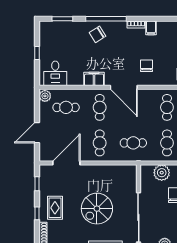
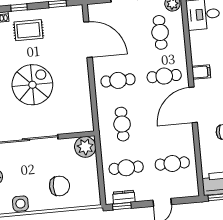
filing cabinet: (94, 79) -> (201, 72), width x0.50
plant: (162, 173) -> (85, 147), moved
spiral stairs: (97, 209) -> (32, 85), turned 90

